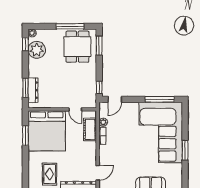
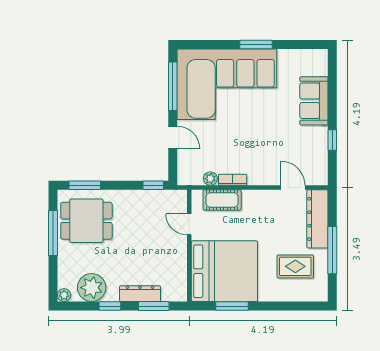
window: (25, 44) -> (110, 306), moved
dresser: (33, 90) -> (140, 294), moved
door: (115, 99) -> (173, 137), moved
door: (75, 109) -> (189, 224), swing flipped

